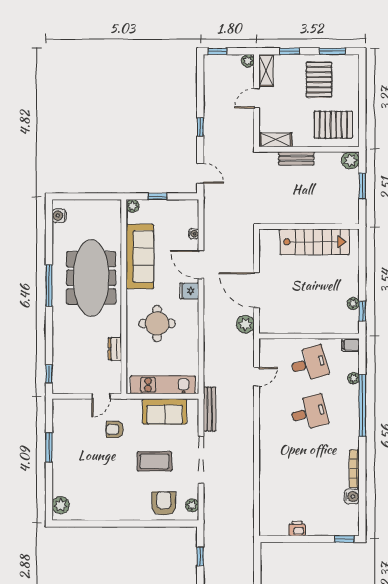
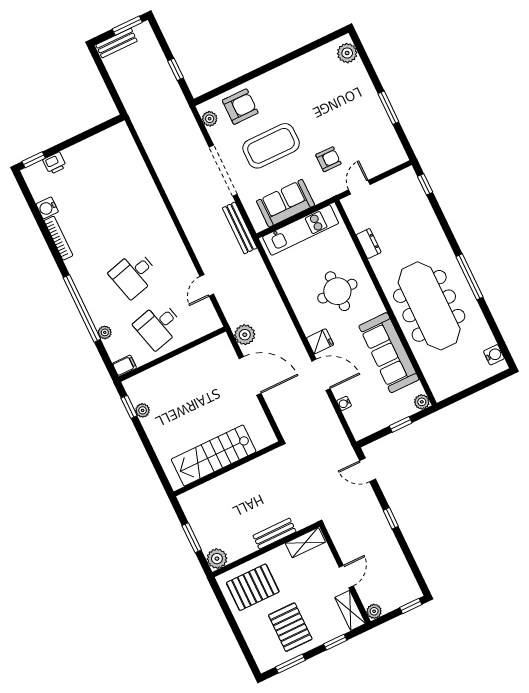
coffee table: (154, 461) -> (271, 146), width x1.36, depth x1.32
armchair: (164, 503) -> (240, 107), turned -90
printer: (297, 528) -> (55, 163), moved

